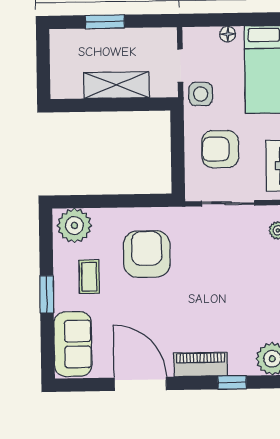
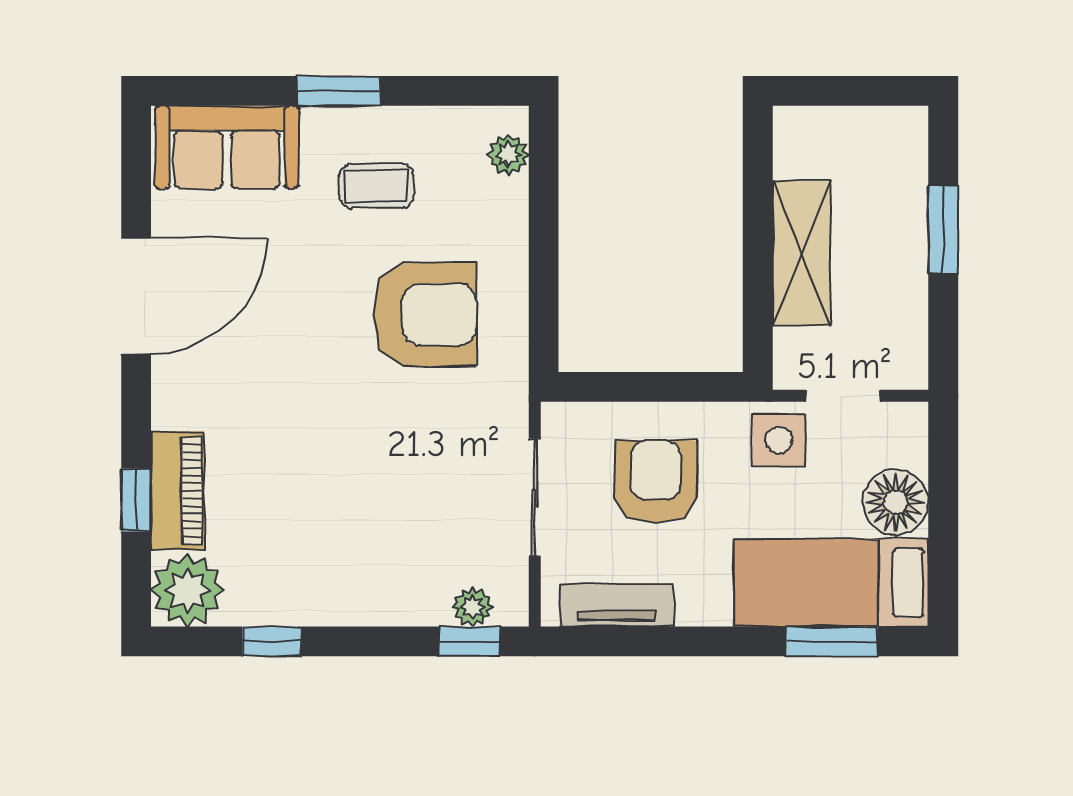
floor lamp: (228, 34) -> (896, 502), width x1.89, depth x1.89
plant: (74, 225) -> (508, 155), width x0.53, depth x0.53
piano: (201, 364) -> (177, 491), moved

